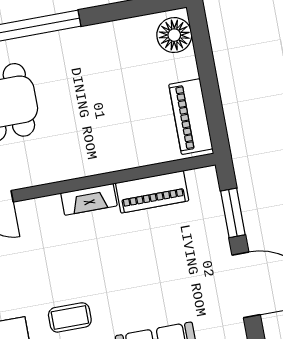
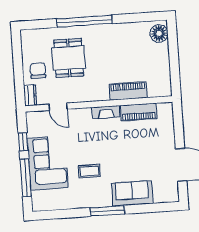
piano: (191, 117) -> (128, 91), moved, turned 90
window: (233, 213) -> (179, 127), removed

